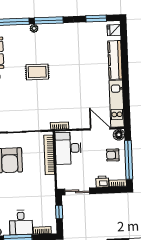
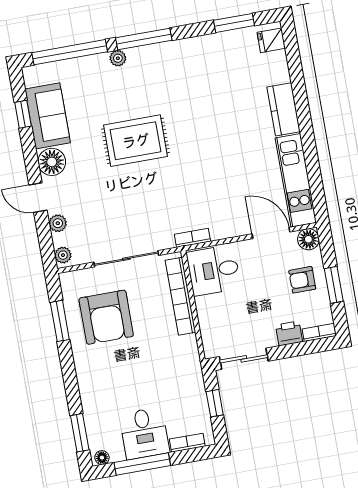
kitchen counter: (115, 60) -> (283, 109), width x0.67
rug: (37, 72) -> (136, 141), width x1.36, depth x1.43
desk: (68, 148) -> (214, 270), width x0.73
window: (129, 160) -> (334, 285), width x0.47

